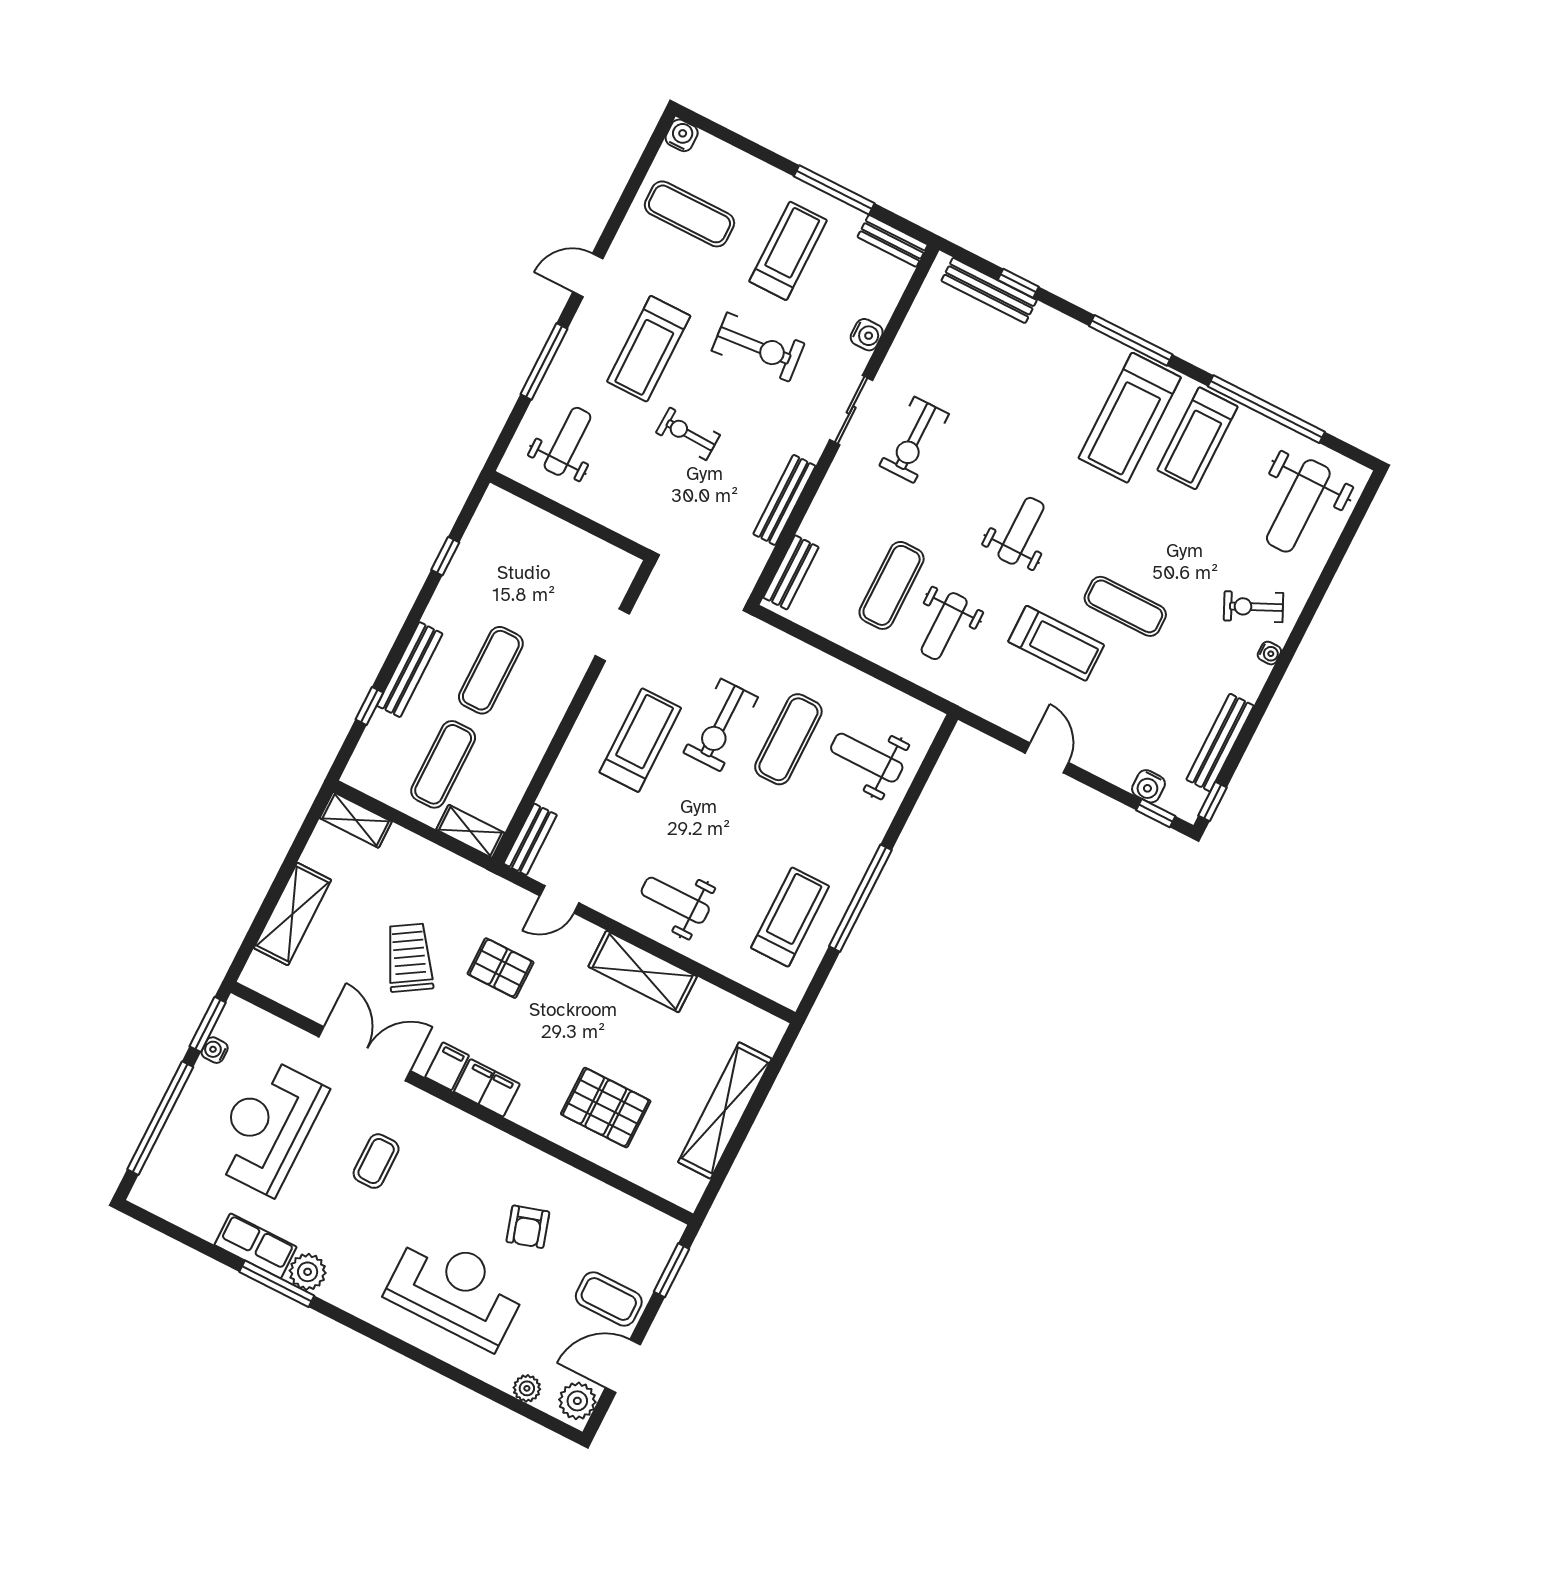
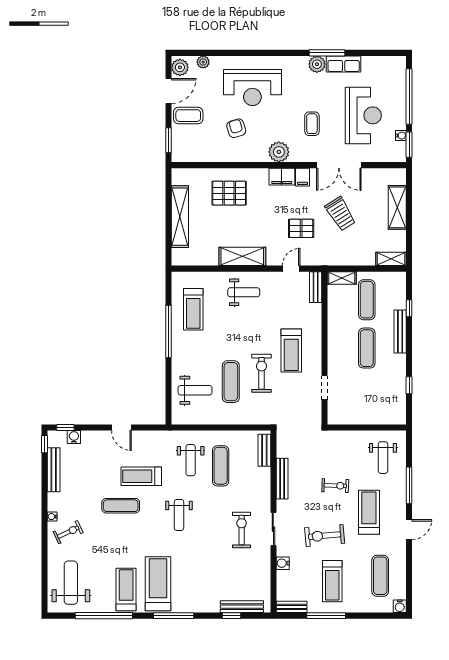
exercise mat: (689, 214) -> (380, 576), turned 90
weight bench: (944, 626) -> (191, 460), turned 180
plant: (468, 1139) -> (279, 152), added

